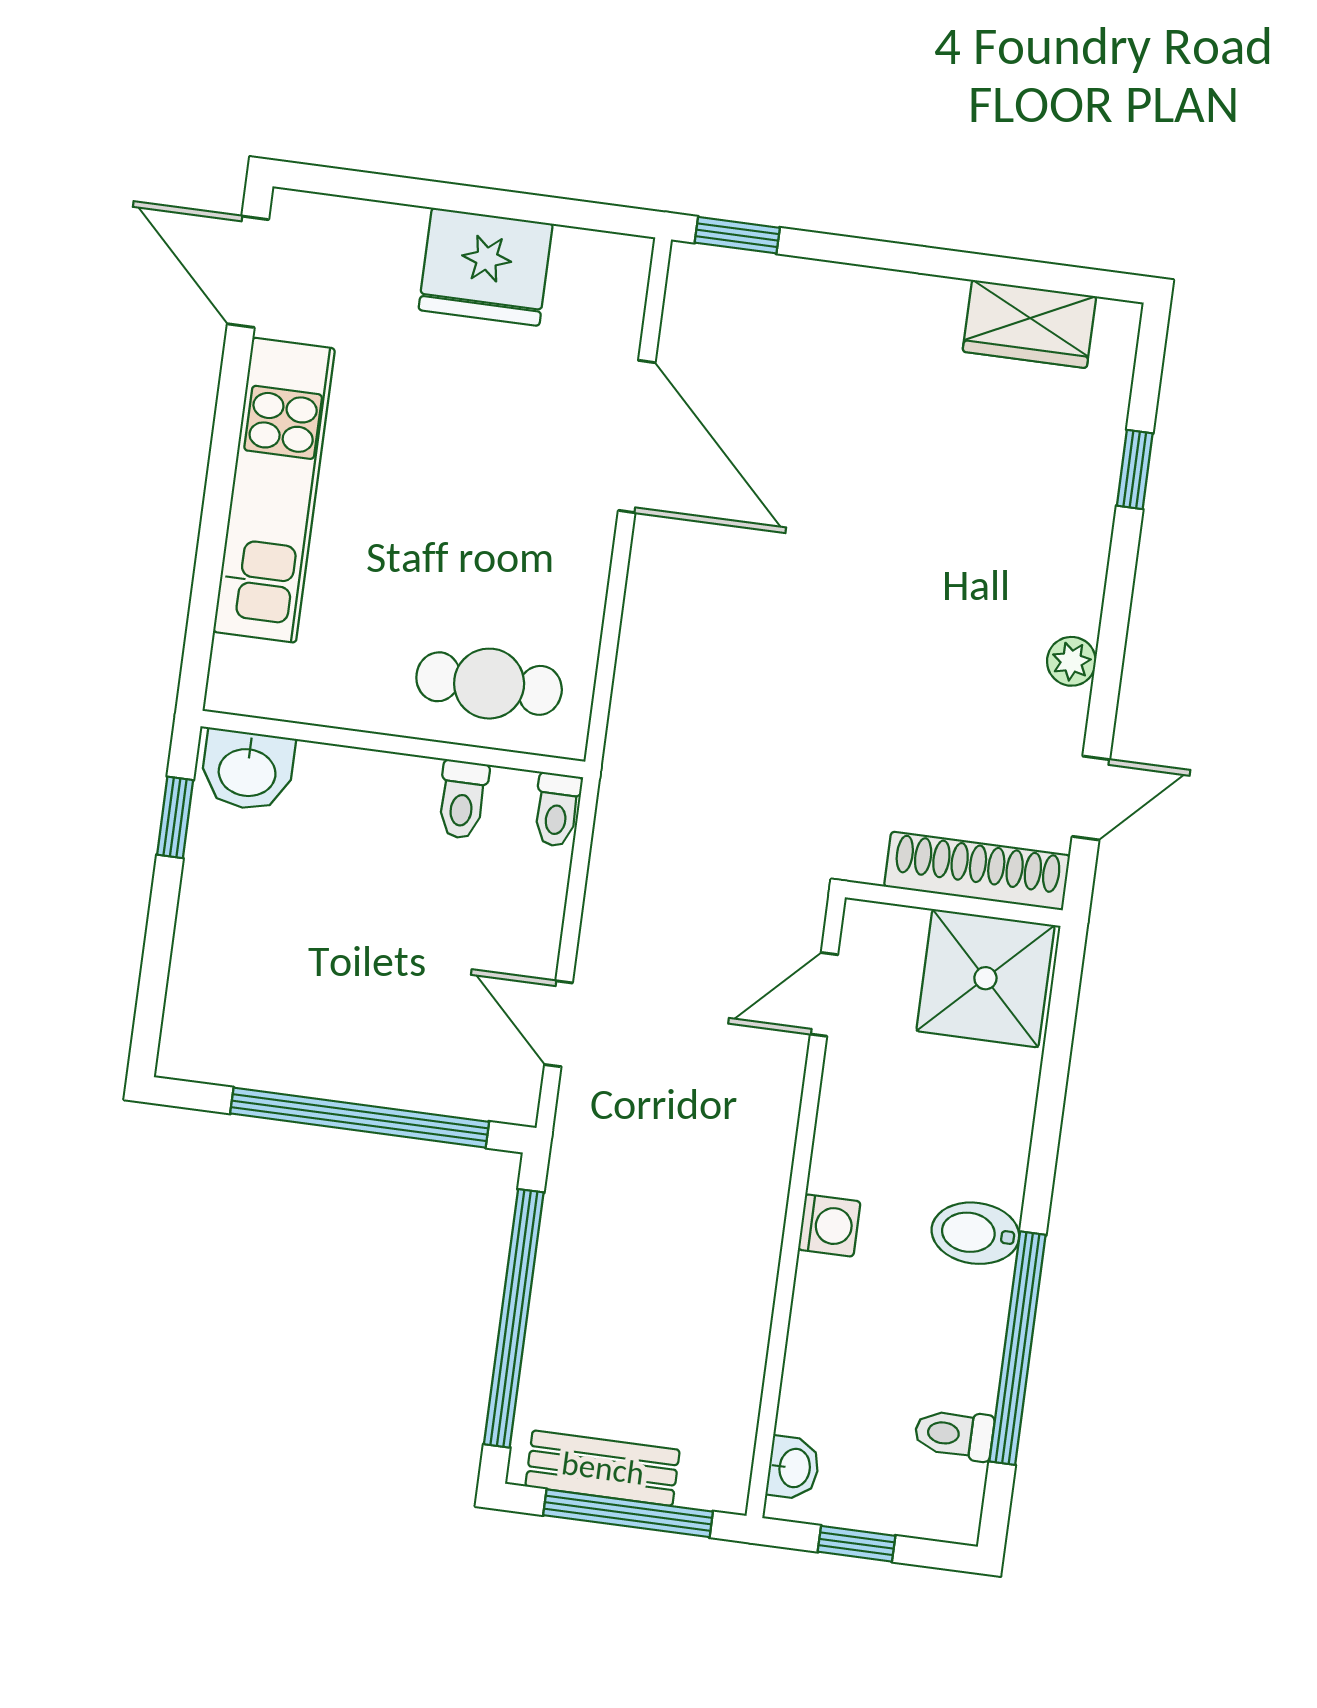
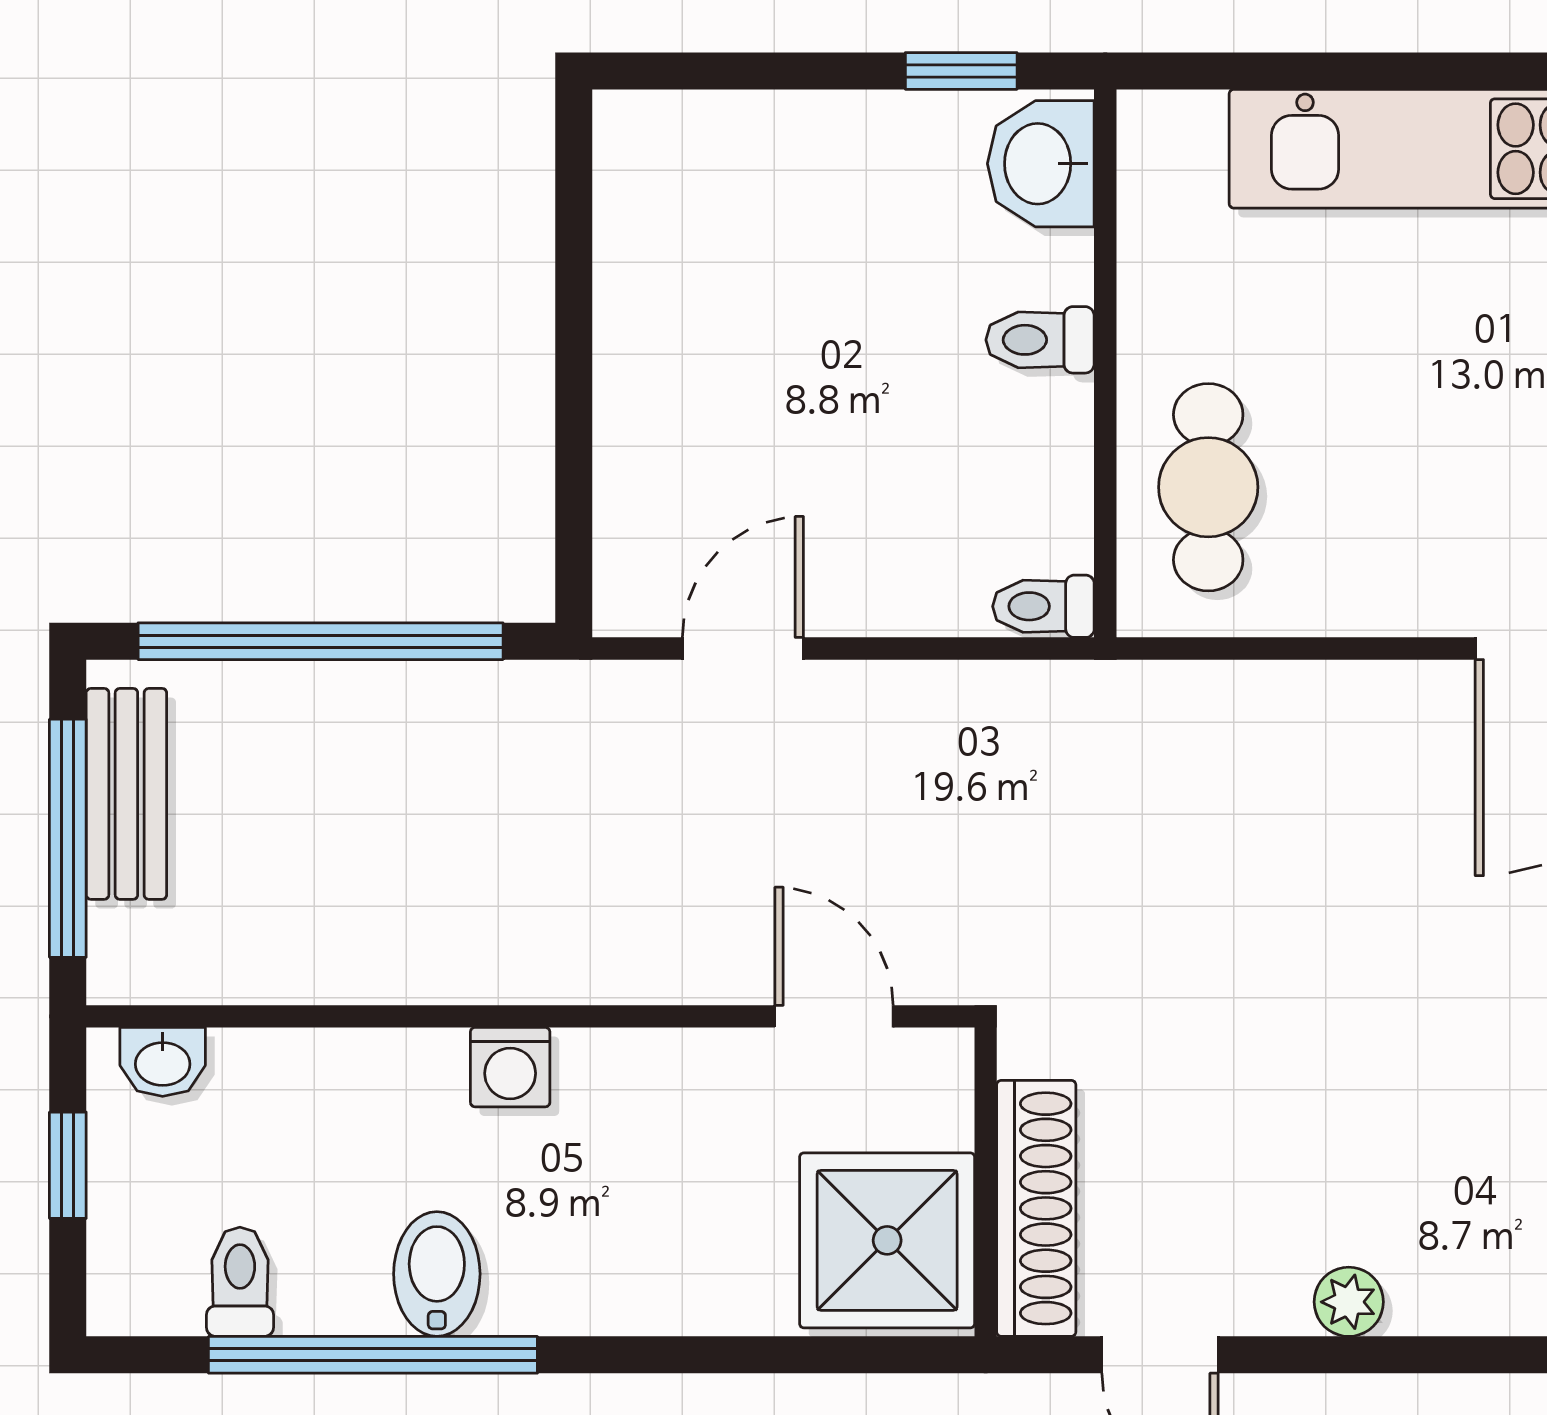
toilet: (462, 800) -> (1040, 340), moved
window: (360, 1118) -> (574, 387), removed
bidet: (975, 1233) -> (437, 1274), moved

